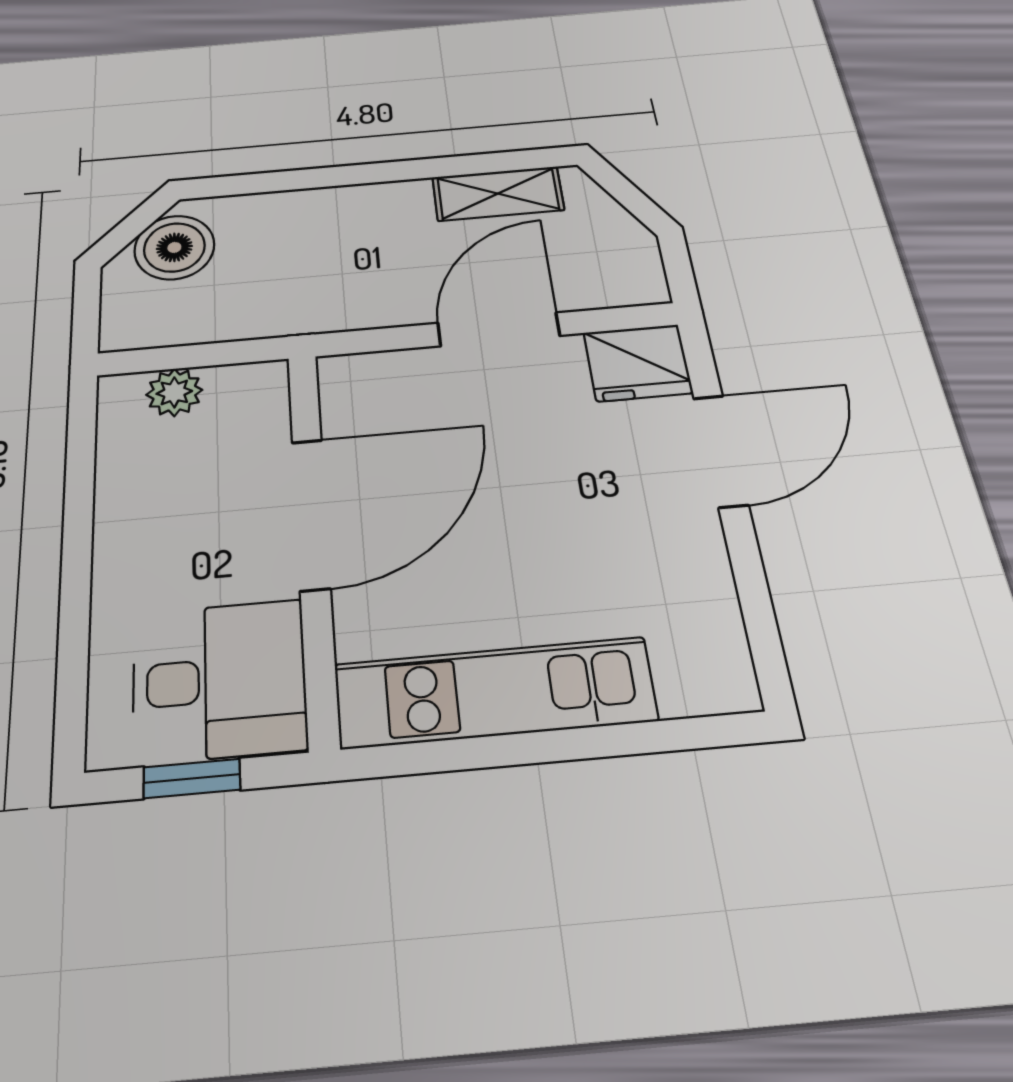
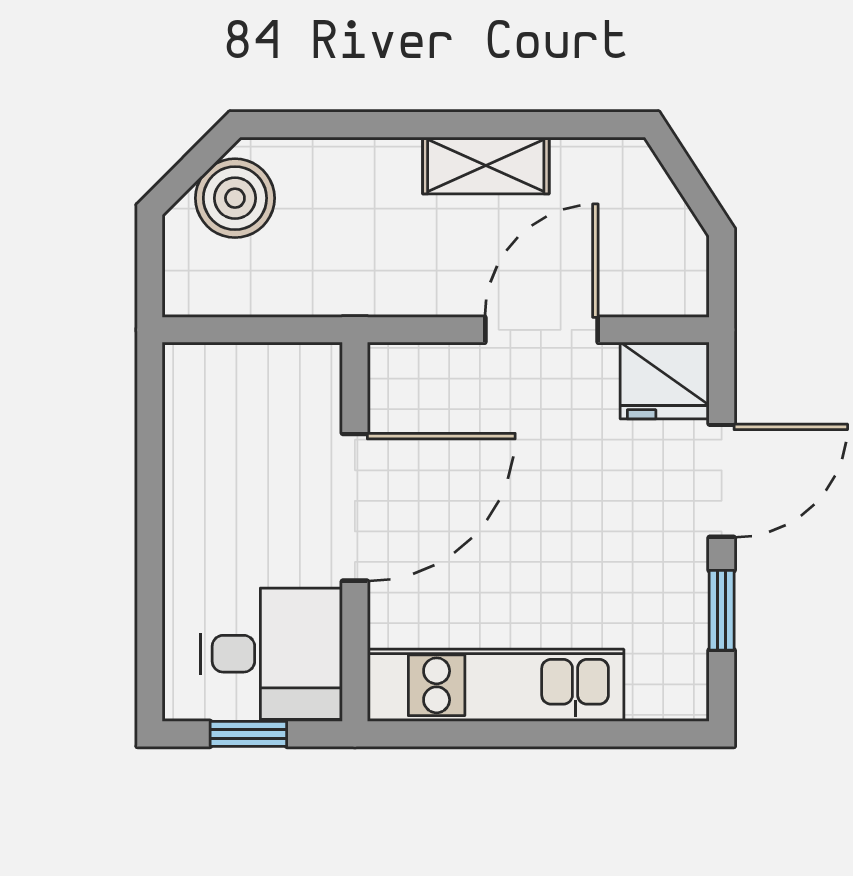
shelving: (498, 194) -> (486, 166), moved
plant: (174, 392) -> (235, 368), removed
window: (751, 584) -> (722, 610), added

